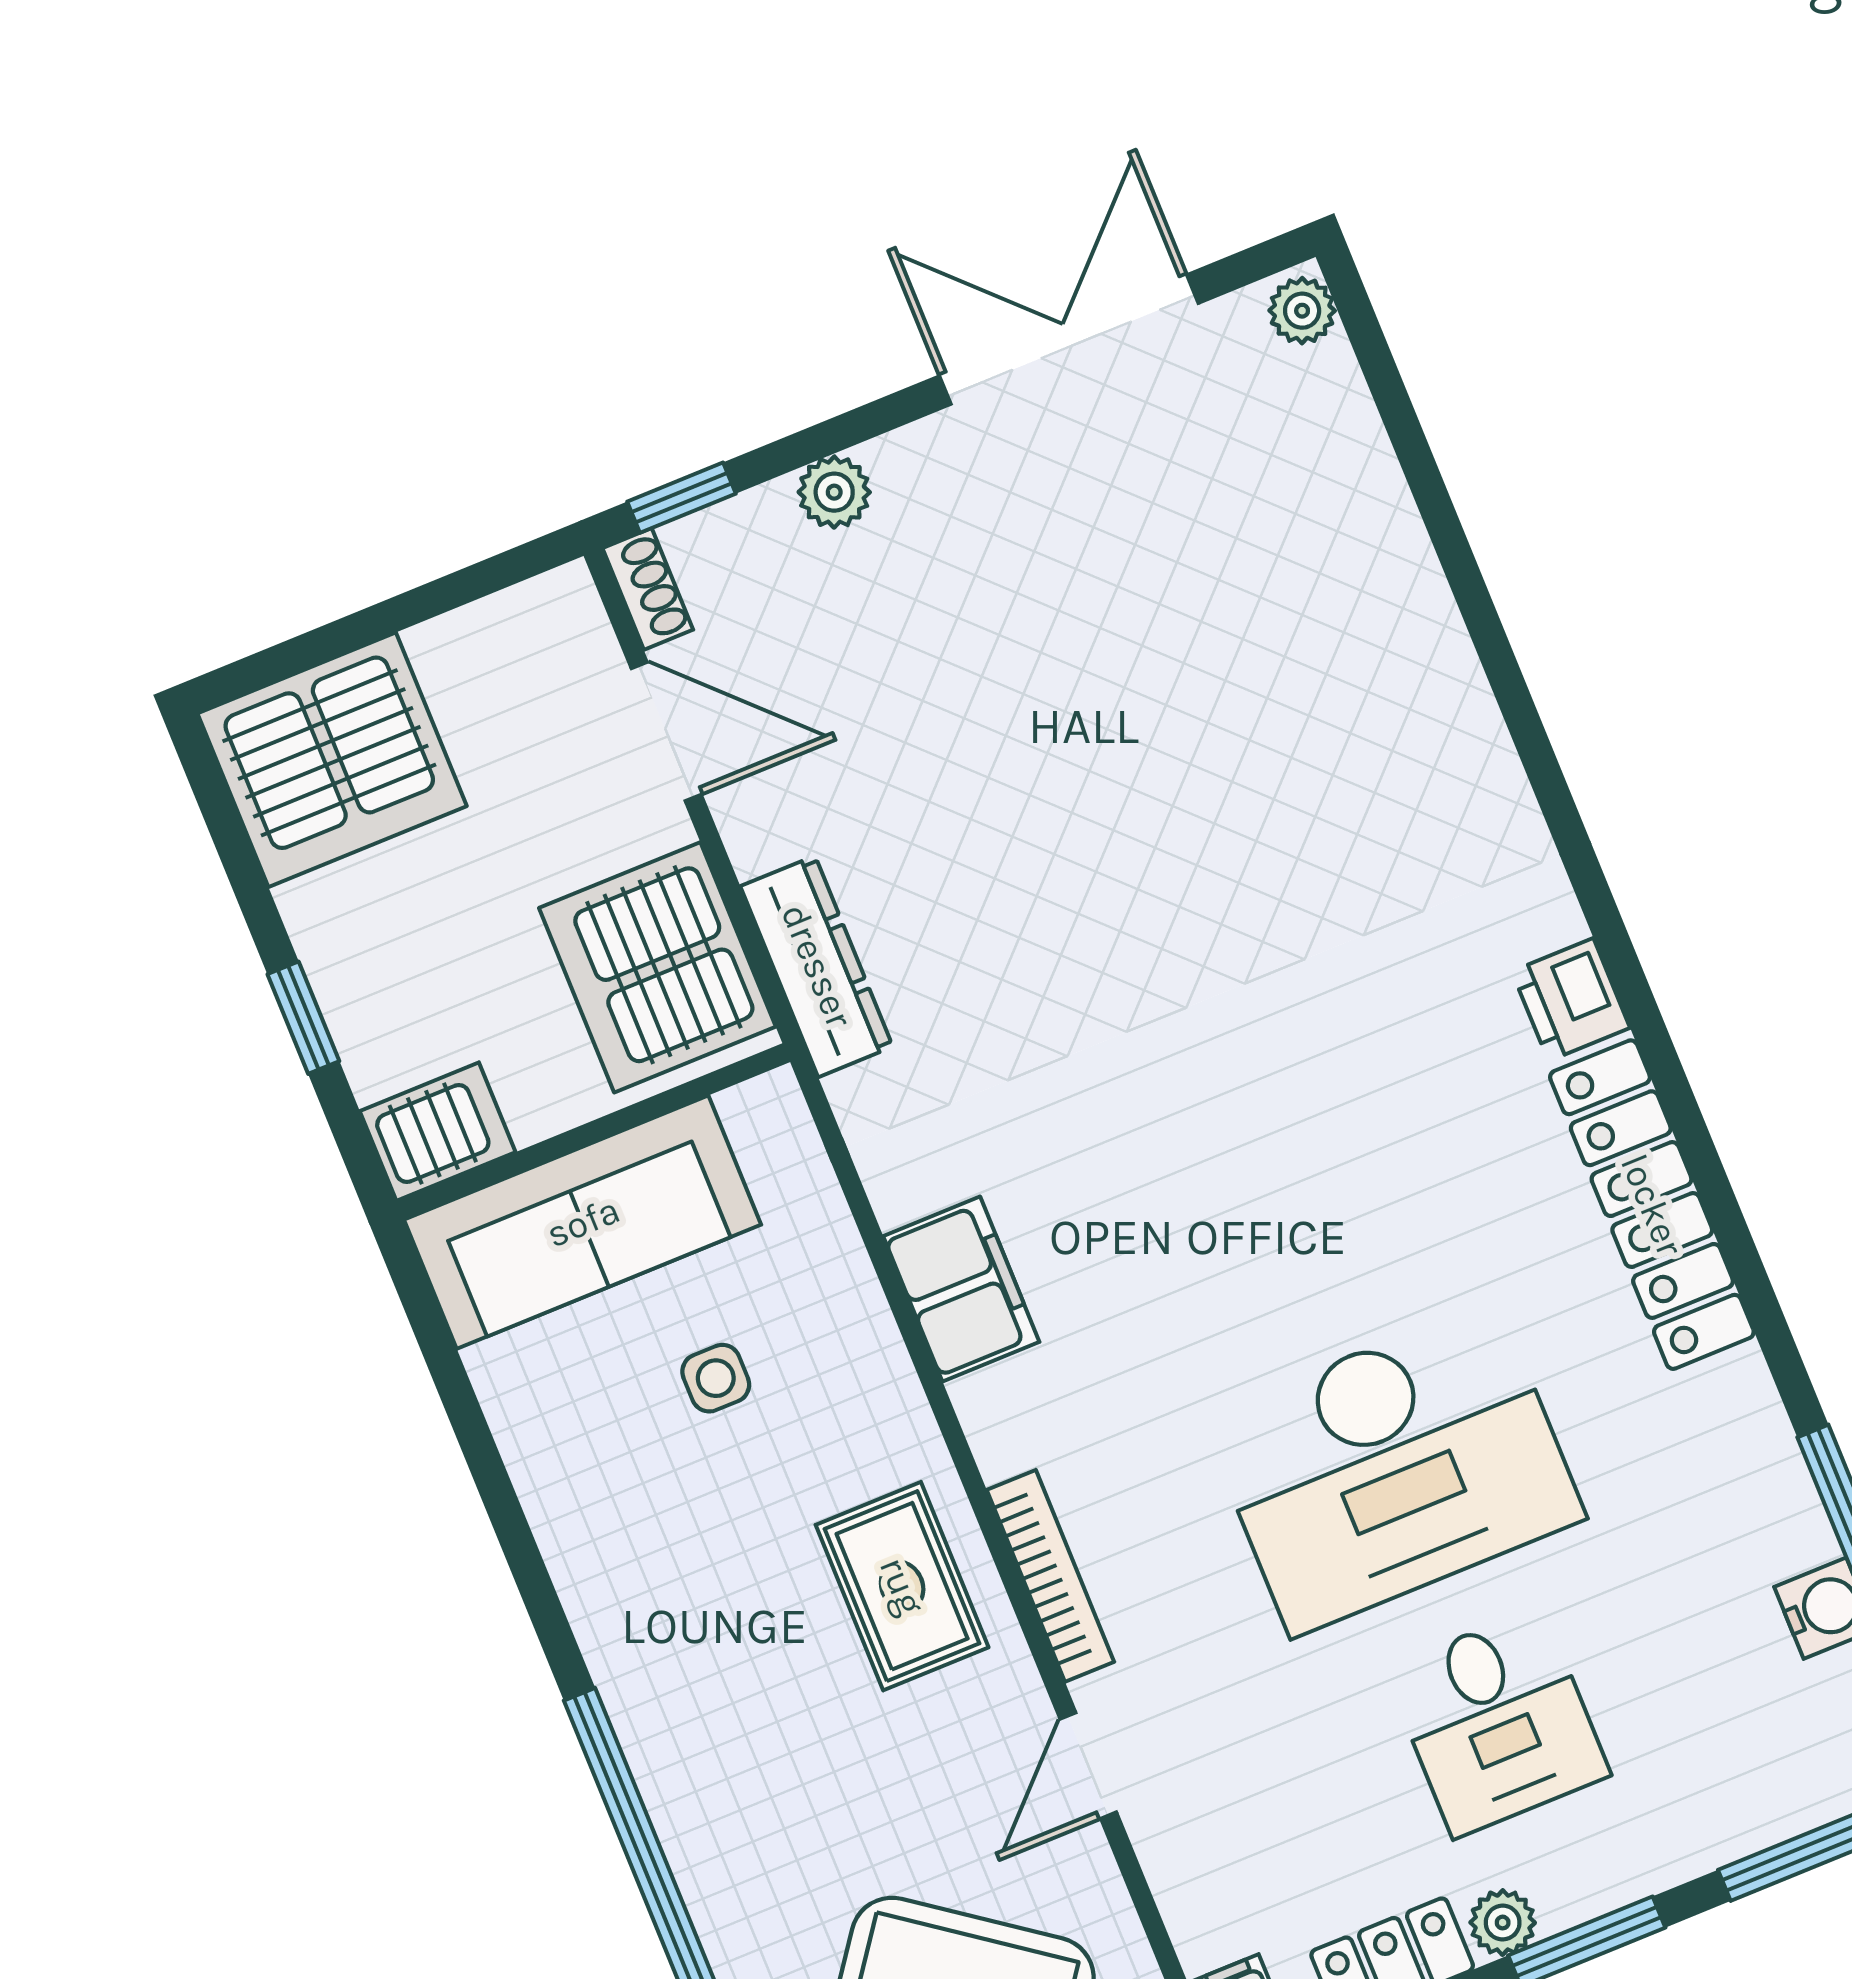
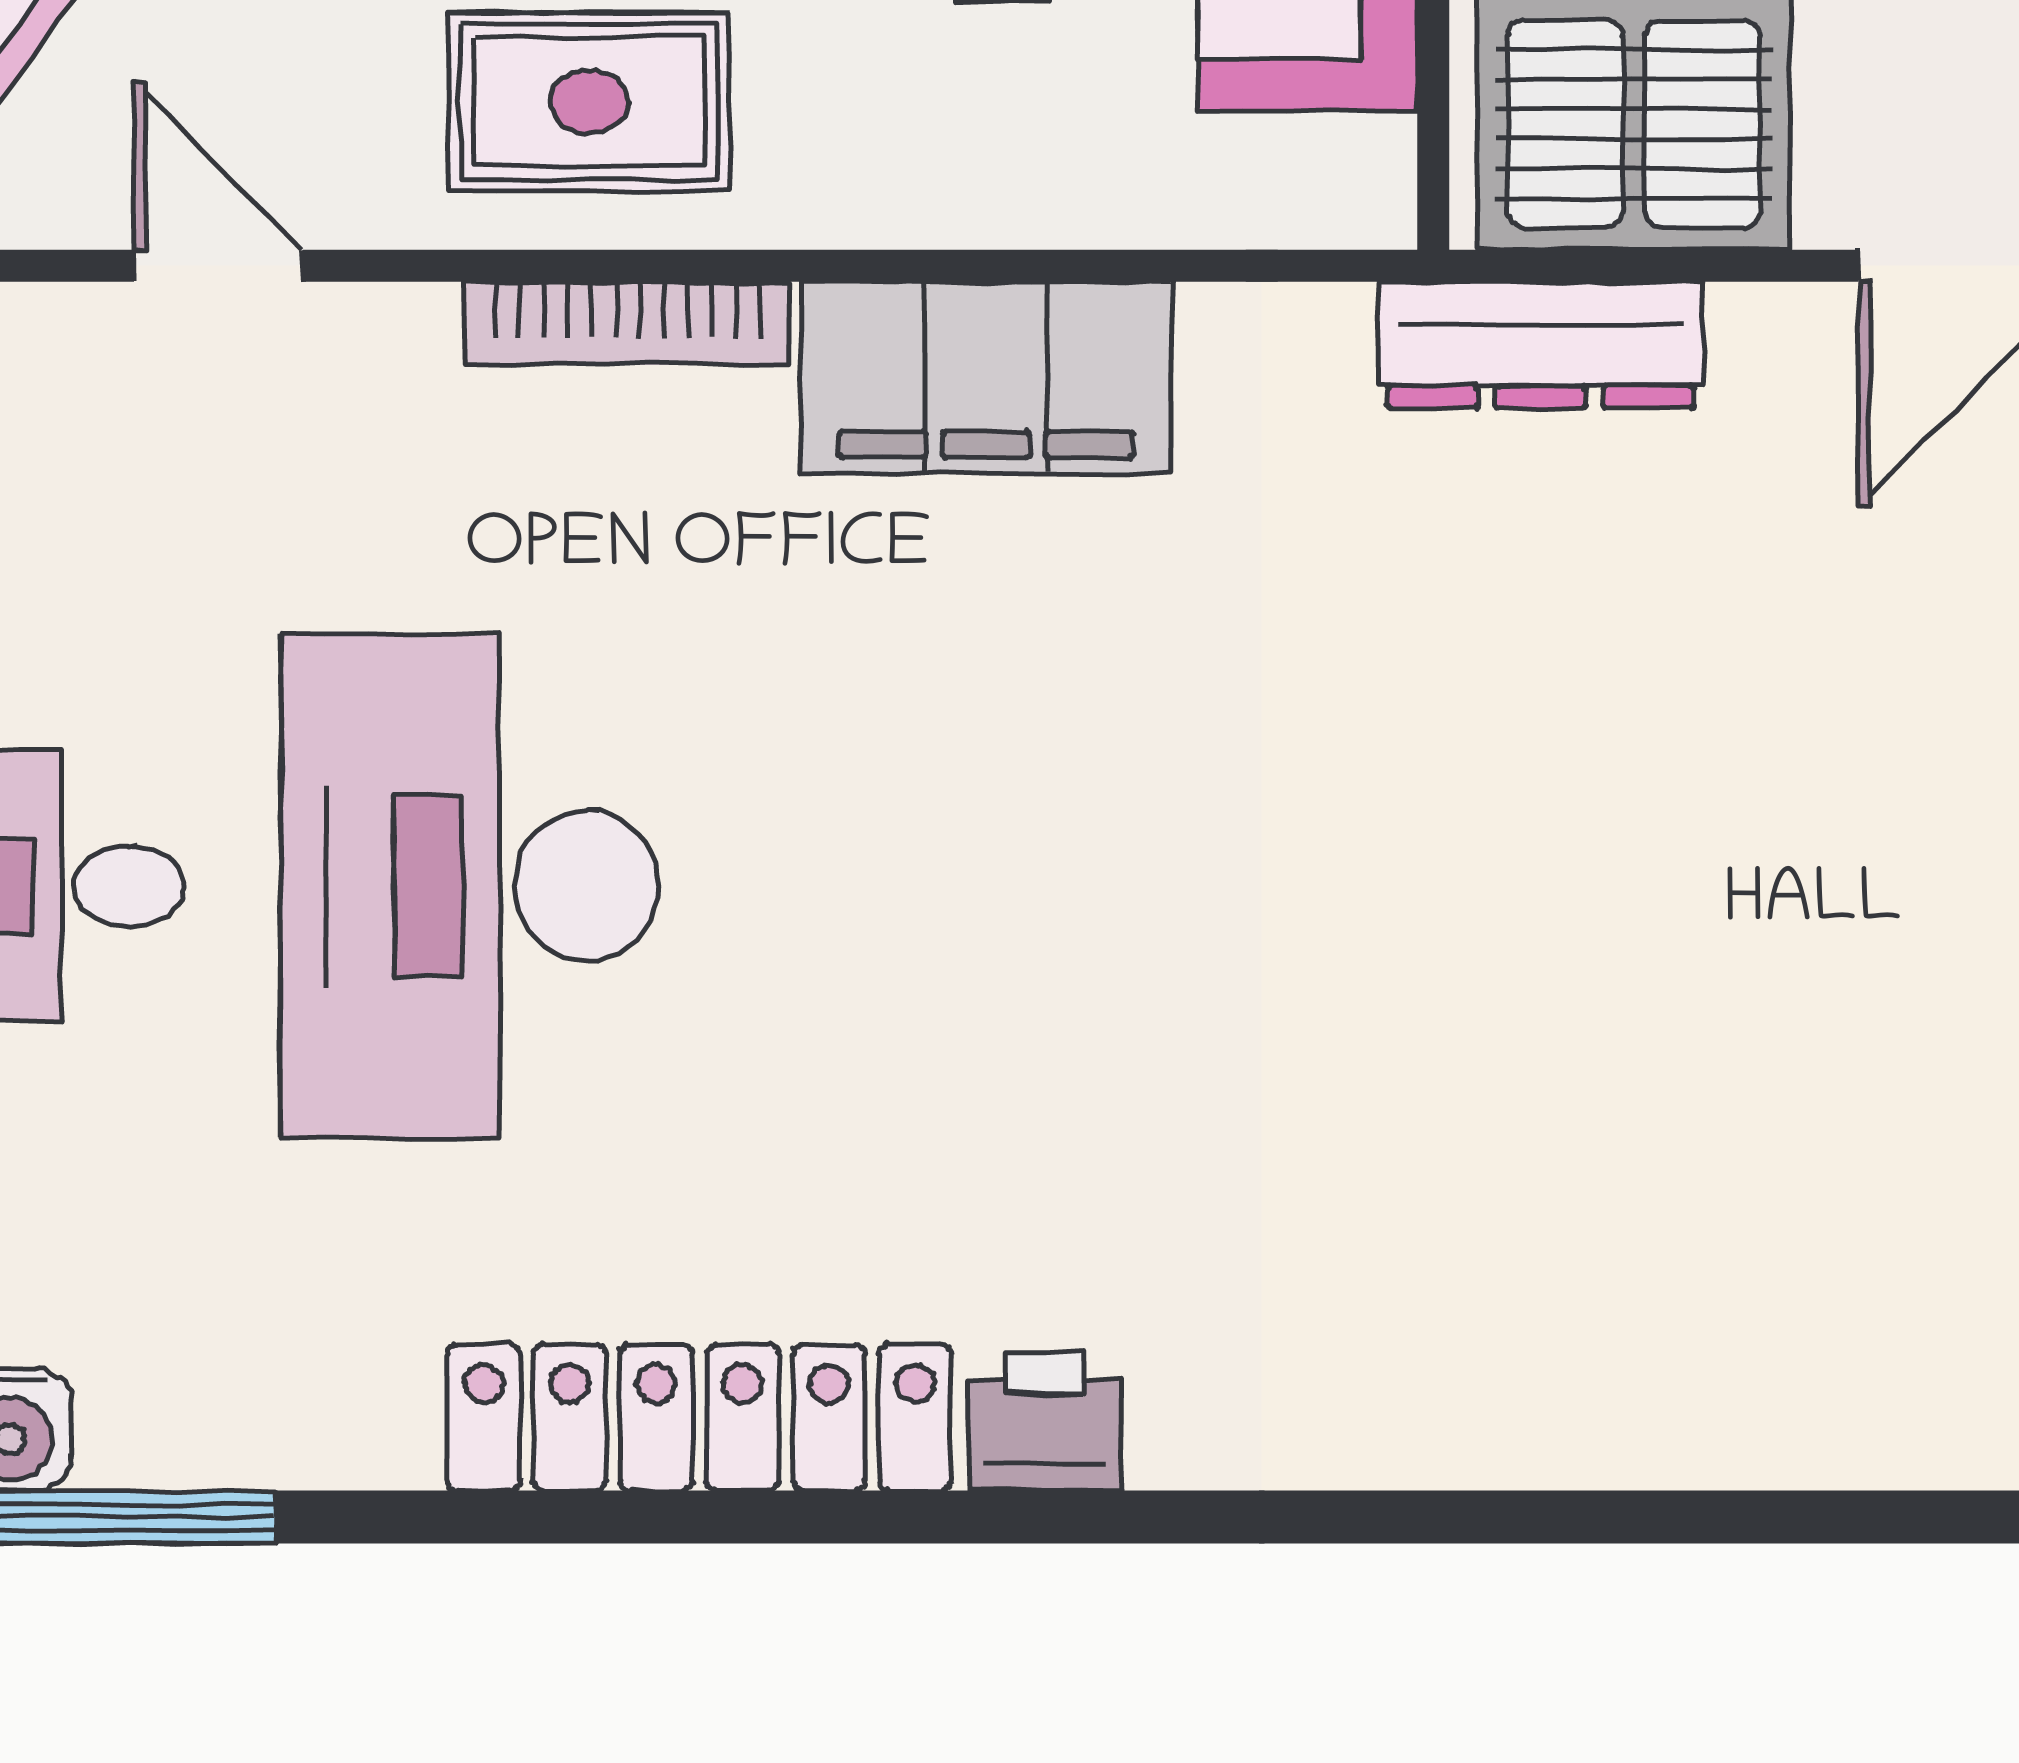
filing cabinet: (961, 1289) -> (986, 377), width x1.50, depth x1.17
bookcase: (1050, 1576) -> (628, 323), moved

